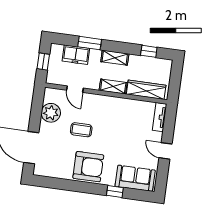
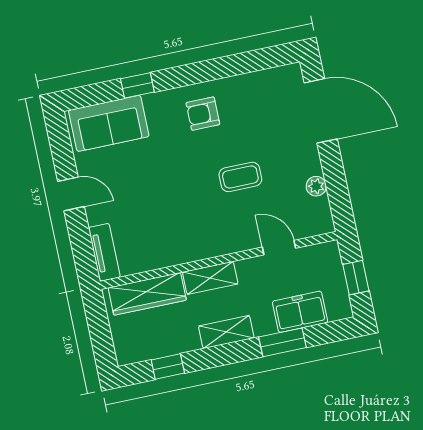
plant: (51, 113) -> (316, 186), width x0.53, depth x0.53
armchair: (88, 167) -> (203, 114), width x0.53, depth x0.53

